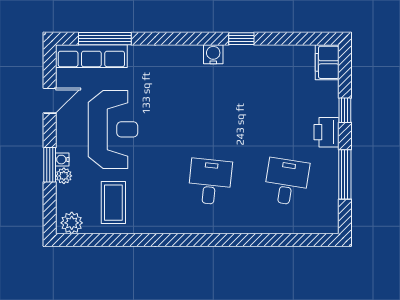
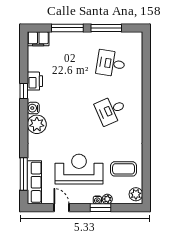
plant: (187, 60) -> (37, 124), added
window: (345, 110) -> (67, 28), width x2.17
printer: (326, 132) -> (35, 81), moved, turned -90
desk: (210, 182) -> (111, 110), turned -30

